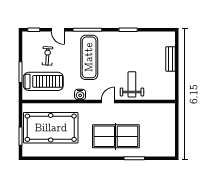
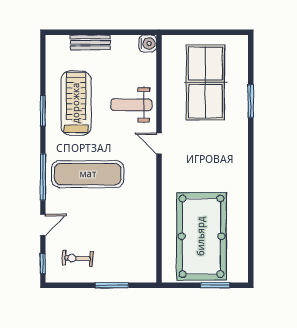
exercise bike: (47, 56) -> (78, 258), moved
treadmill: (43, 81) -> (76, 103), moved
water cooler: (80, 94) -> (148, 43), moved
table tennis table: (116, 136) -> (205, 82), moved

